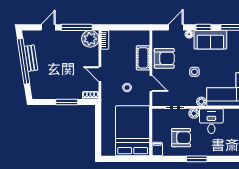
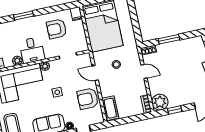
window: (77, 27) -> (175, 110), width x0.46
cot: (143, 58) -> (110, 108), moved
plant: (194, 113) -> (17, 61), moved
window: (197, 159) -> (24, 16), moved

